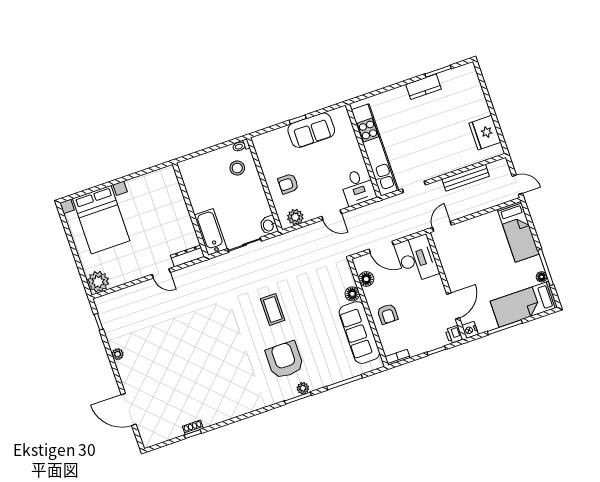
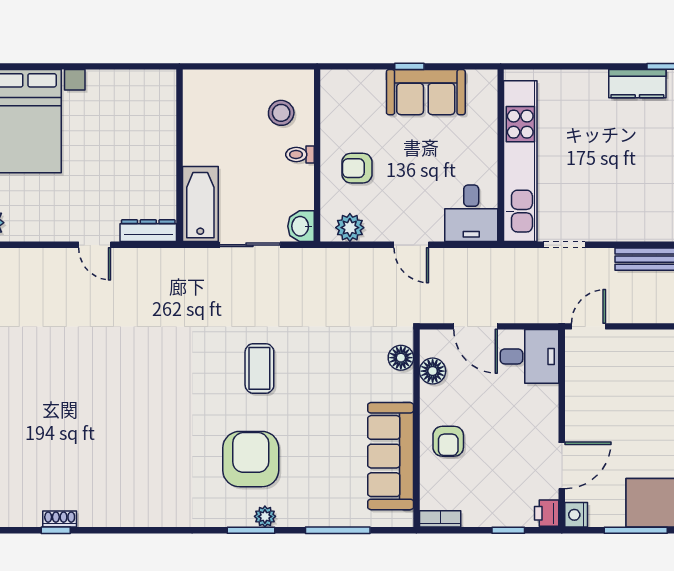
toilet: (241, 146) -> (300, 154), moved
desk: (418, 259) -> (530, 356), width x0.73
floor lamp: (352, 294) -> (401, 358), moved

